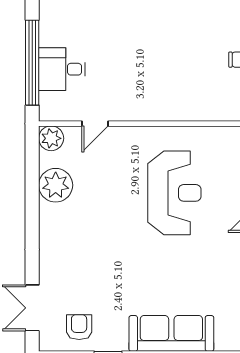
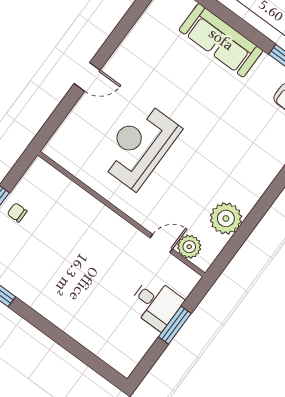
window: (32, 63) -> (175, 325), width x0.47
plant: (51, 138) -> (189, 247), moved

